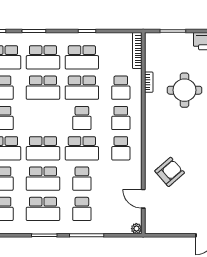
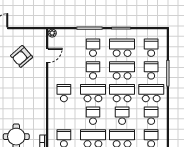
school desk: (121, 118) -> (122, 116), moved
armchair: (170, 172) -> (22, 56), moved
door: (143, 199) -> (47, 55), hinge flipped

